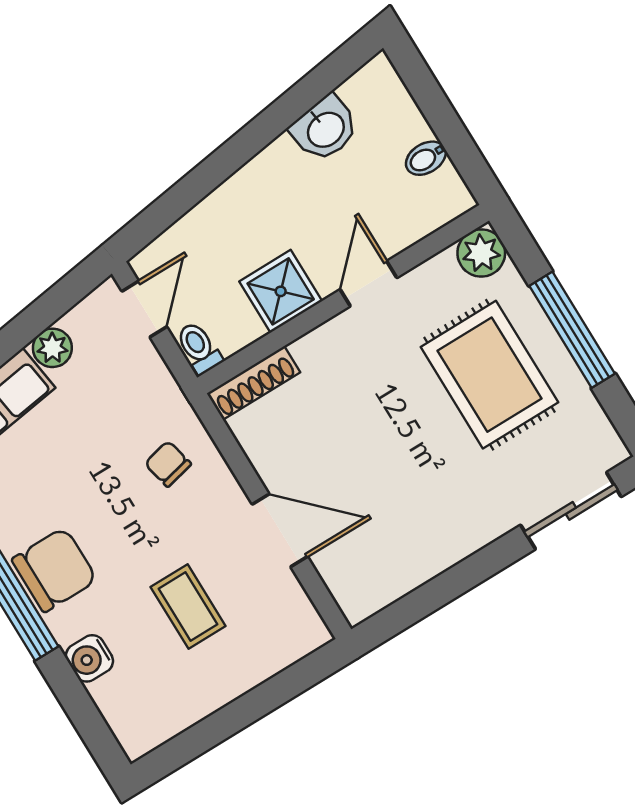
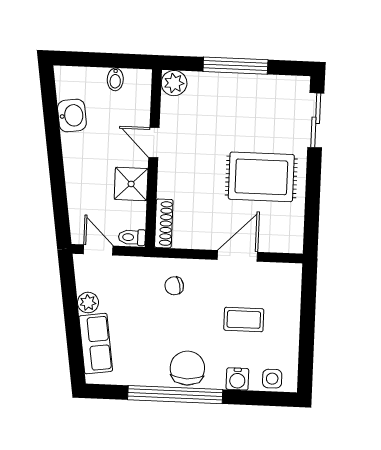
rug: (489, 375) -> (261, 177), moved
side table: (126, 712) -> (272, 379), added

